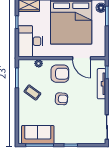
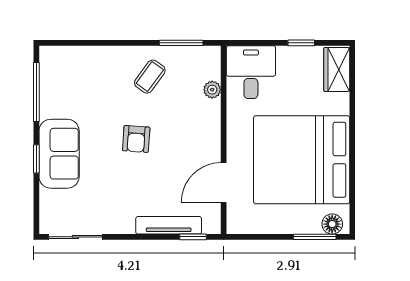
desk: (30, 41) -> (251, 72), width x0.73
armchair: (60, 74) -> (190, 136), removed
sofa: (38, 135) -> (59, 154), moved

